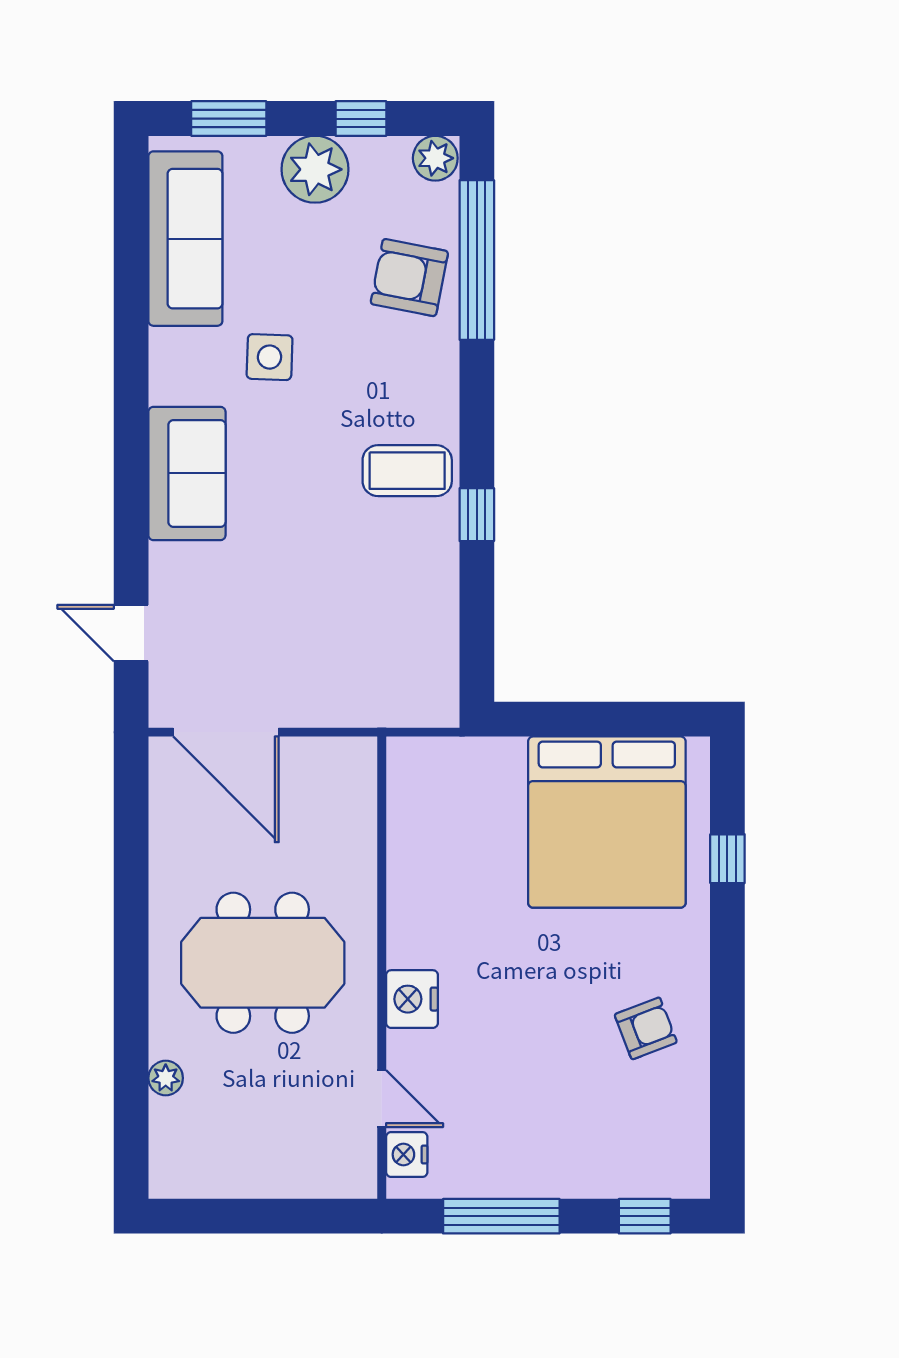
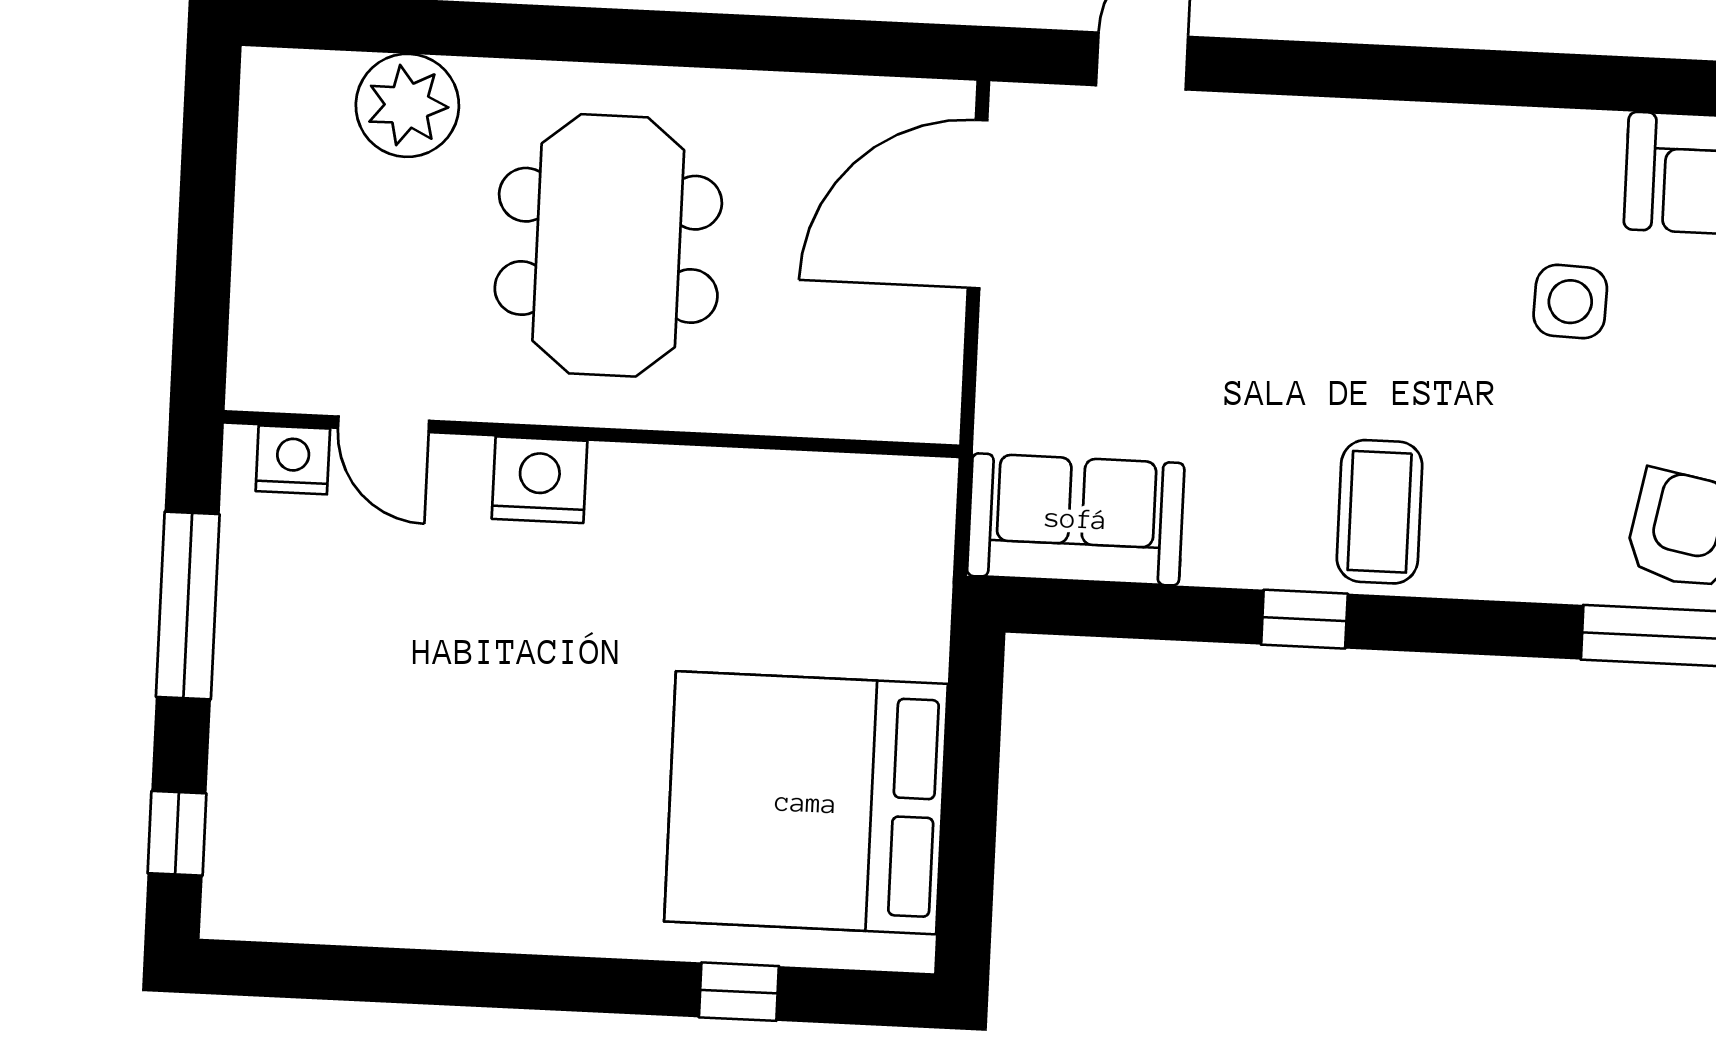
sofa: (187, 473) -> (1076, 519), moved, turned 180
armchair: (646, 1028) -> (475, 849), removed
plant: (166, 1078) -> (407, 105), width x1.87, depth x1.87
door: (382, 1099) -> (384, 424), hinge flipped

